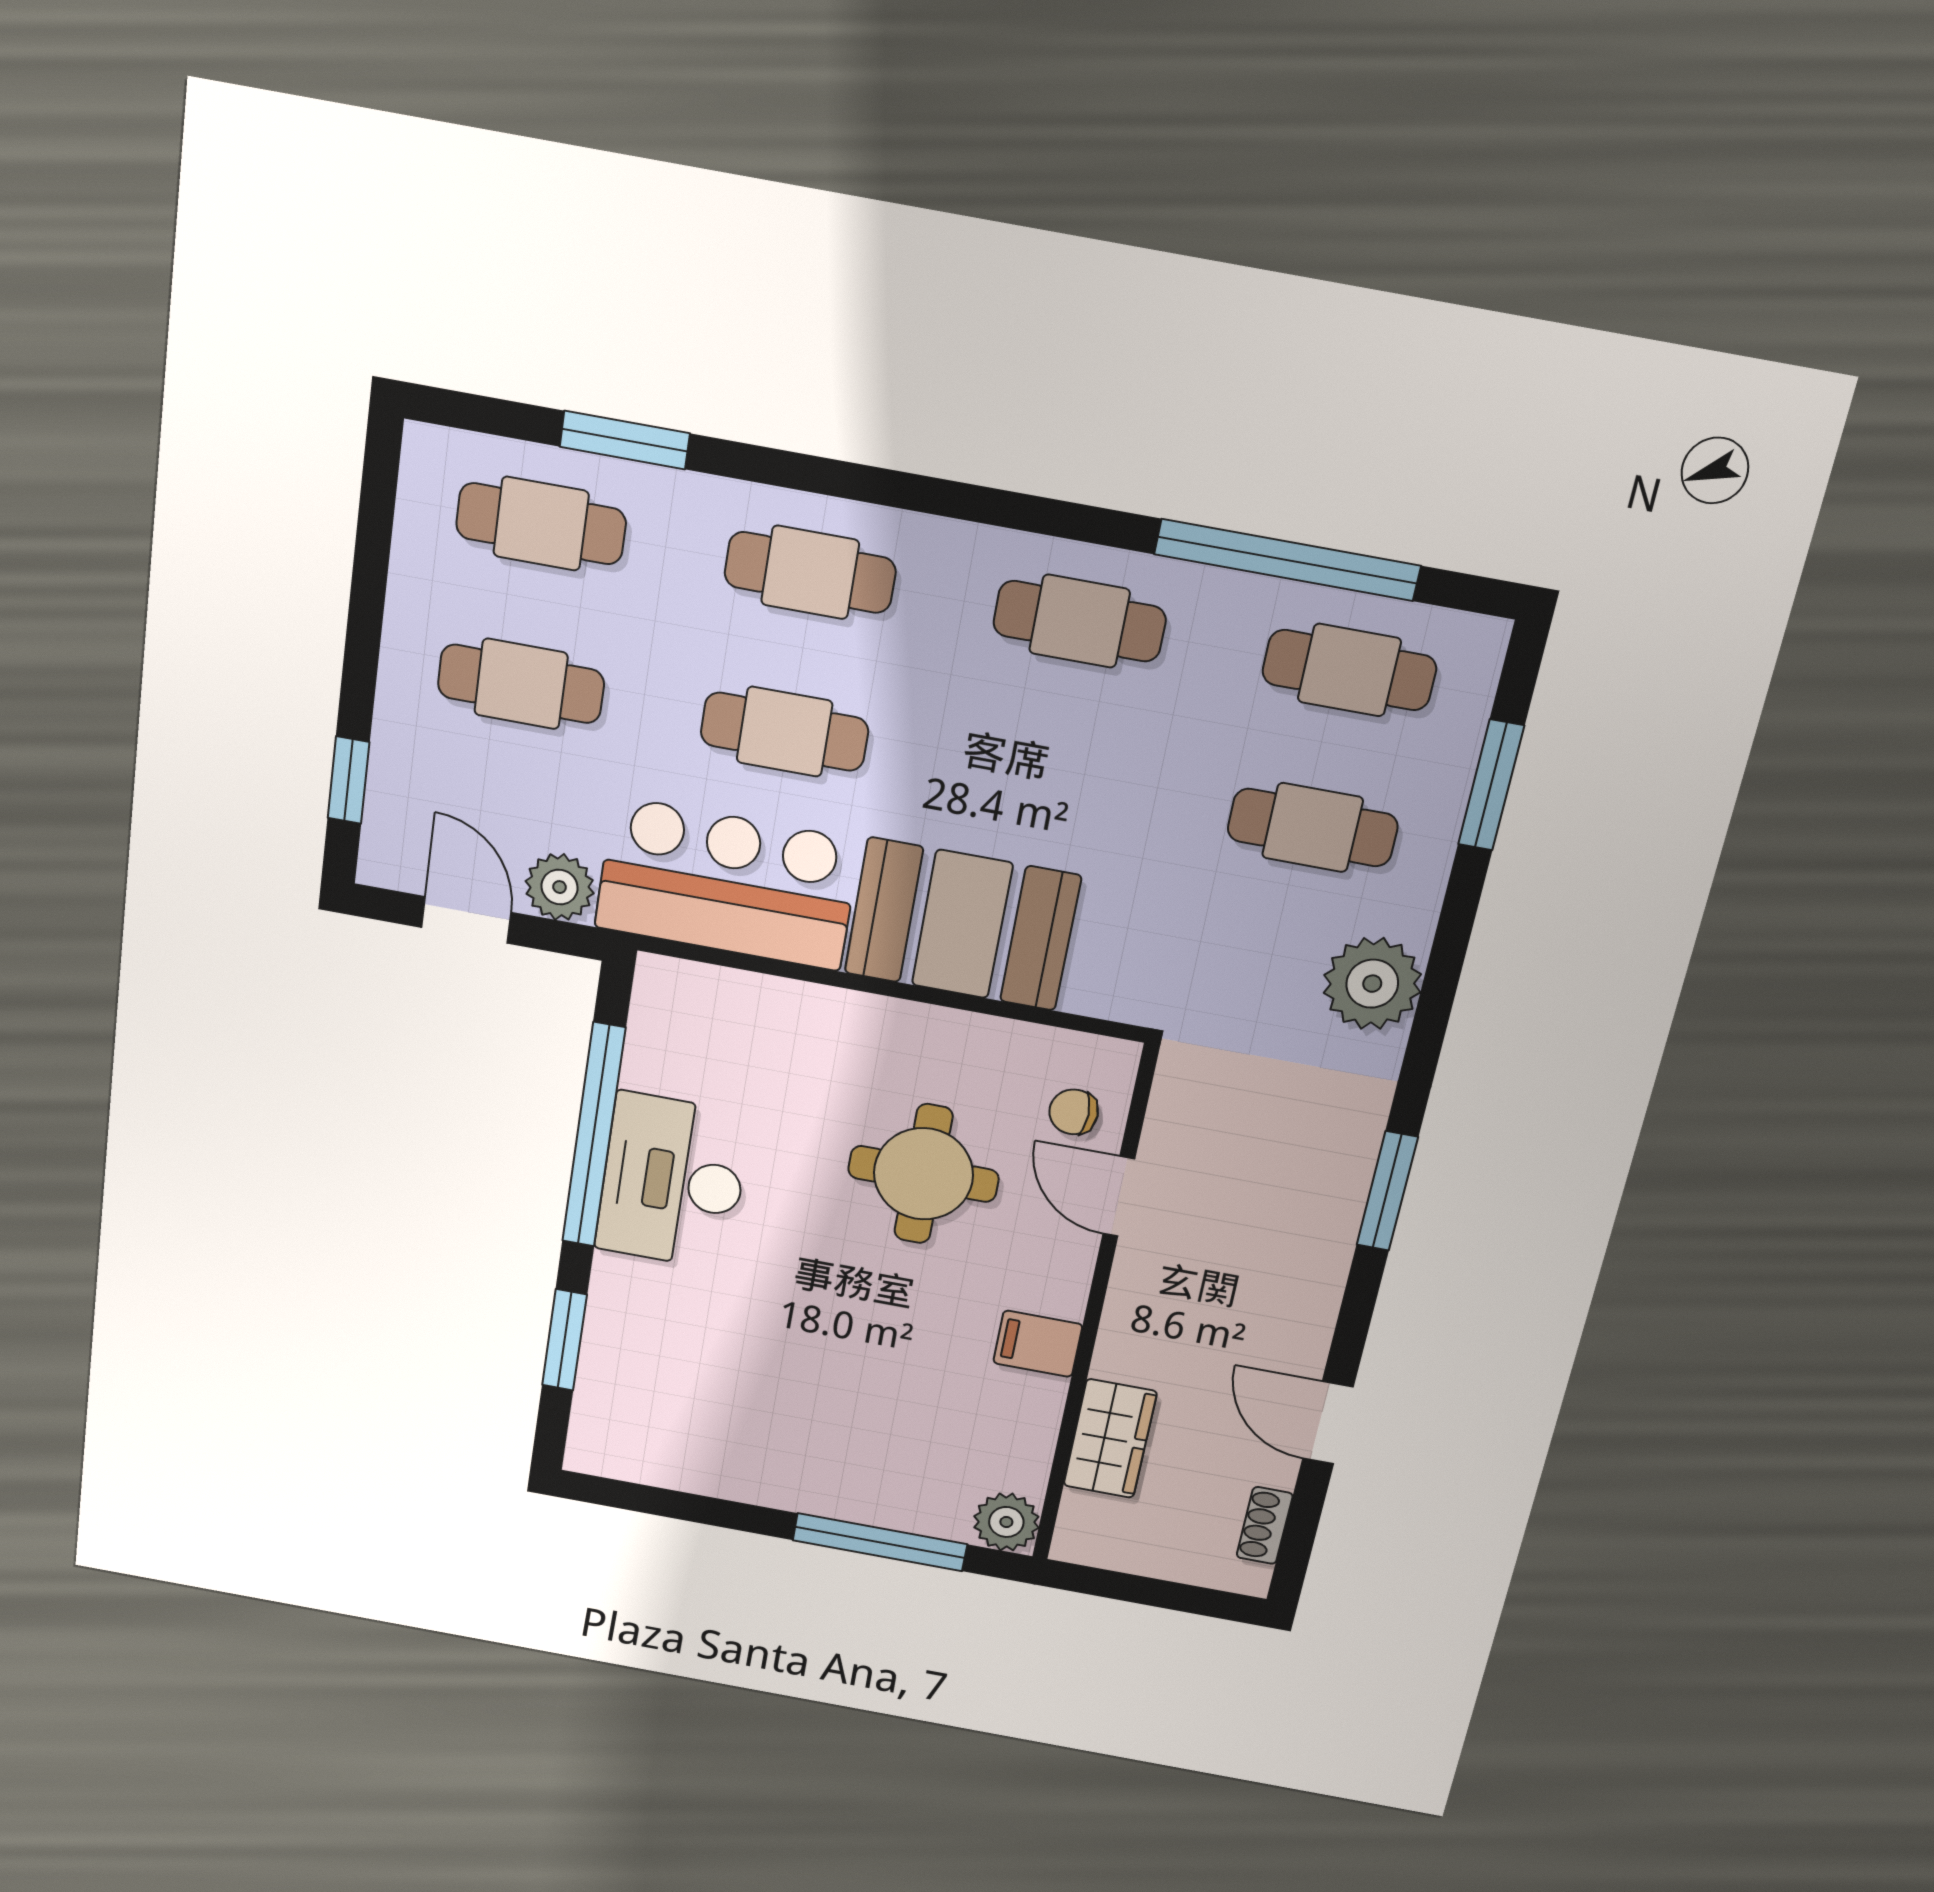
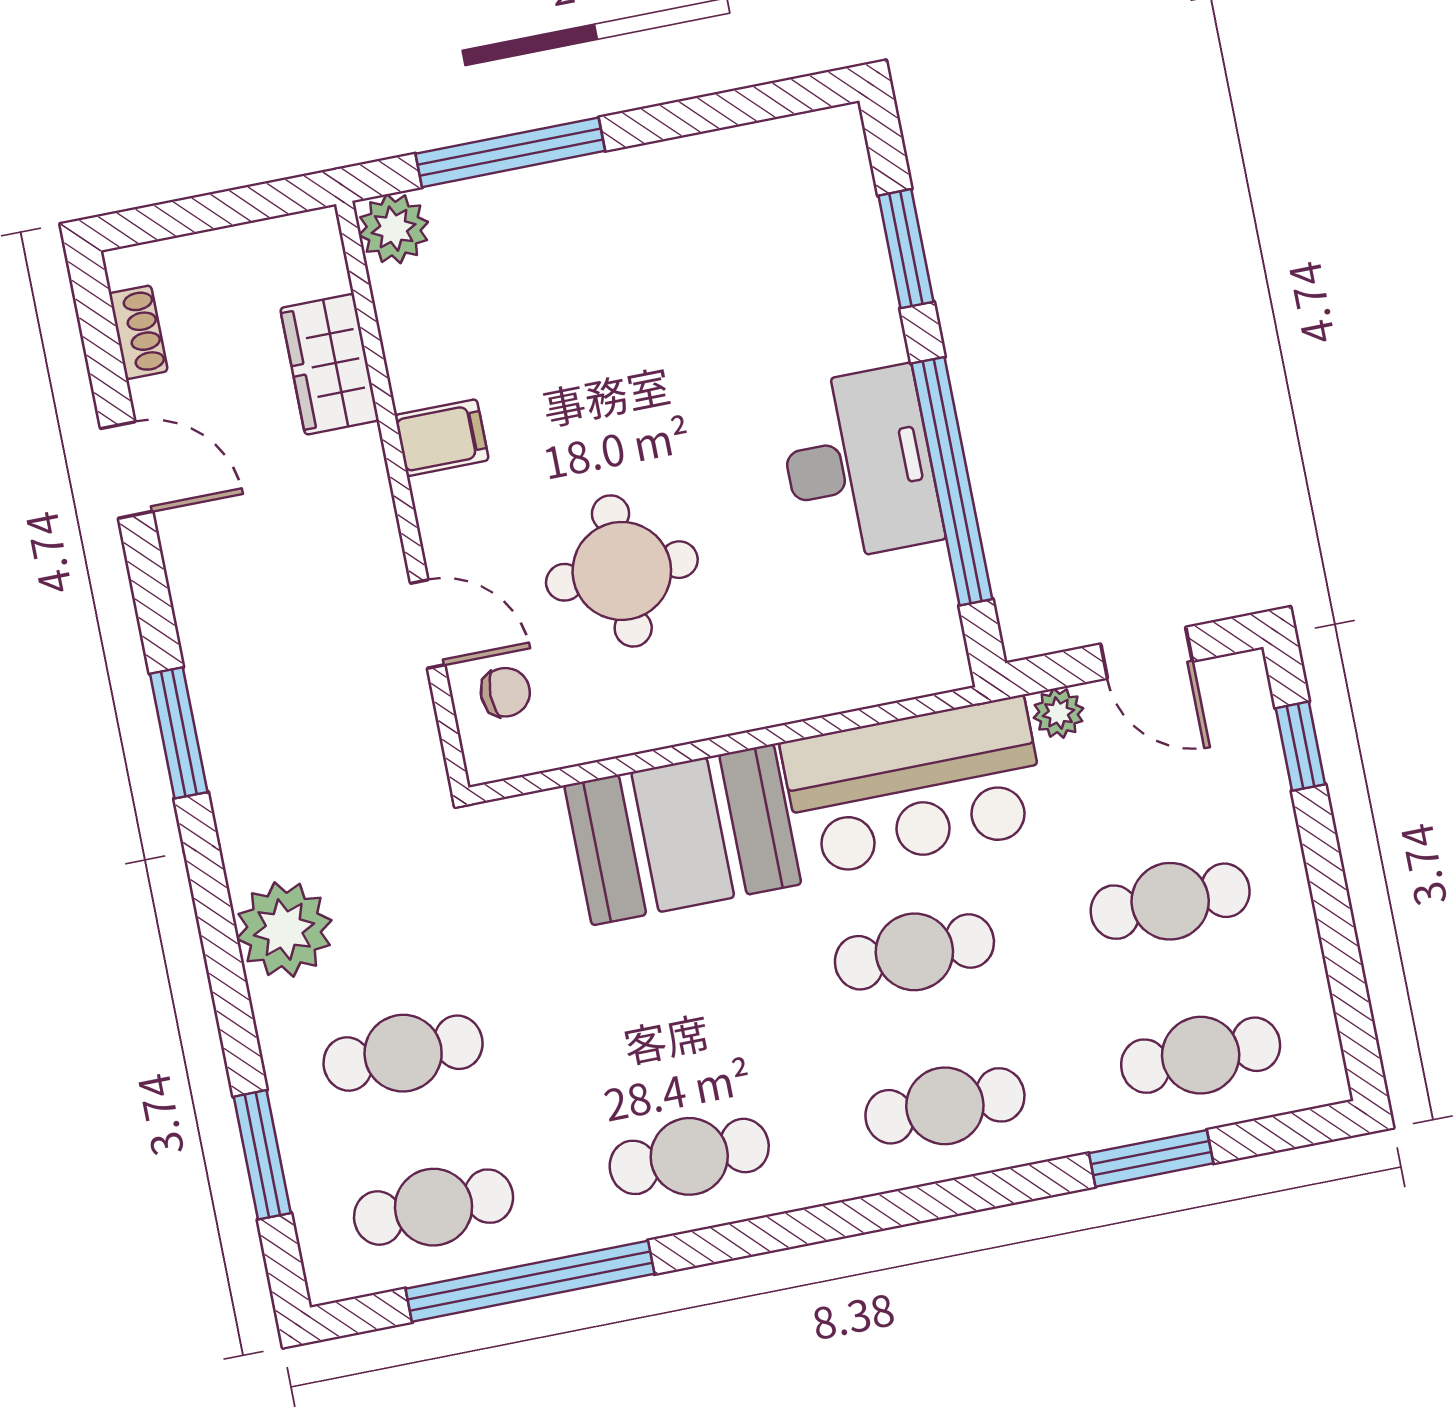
plant: (560, 887) -> (1058, 713), width x0.73, depth x0.73

